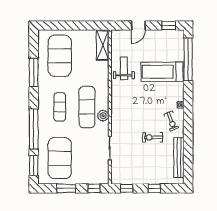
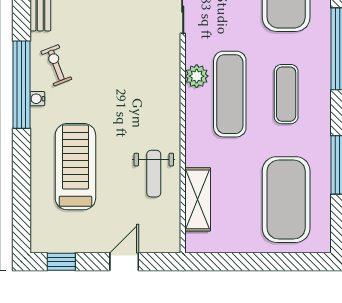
shelving: (103, 45) -> (198, 199), moved
window: (188, 59) -> (21, 85), moved
treadmill: (162, 72) -> (75, 167), turned -90
exercise bike: (153, 137) -> (94, 32), removed

